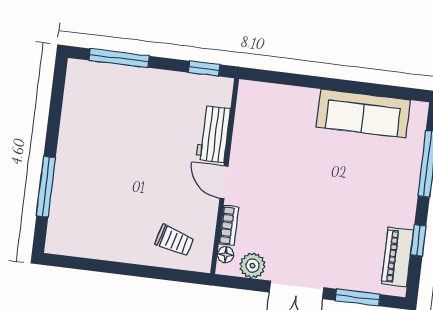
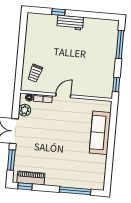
sofa: (363, 113) -> (100, 133), moved
workbench: (213, 134) -> (70, 23), moved, turned 180
window: (46, 187) -> (58, 12), width x0.46
window: (418, 240) -> (25, 186), moved

